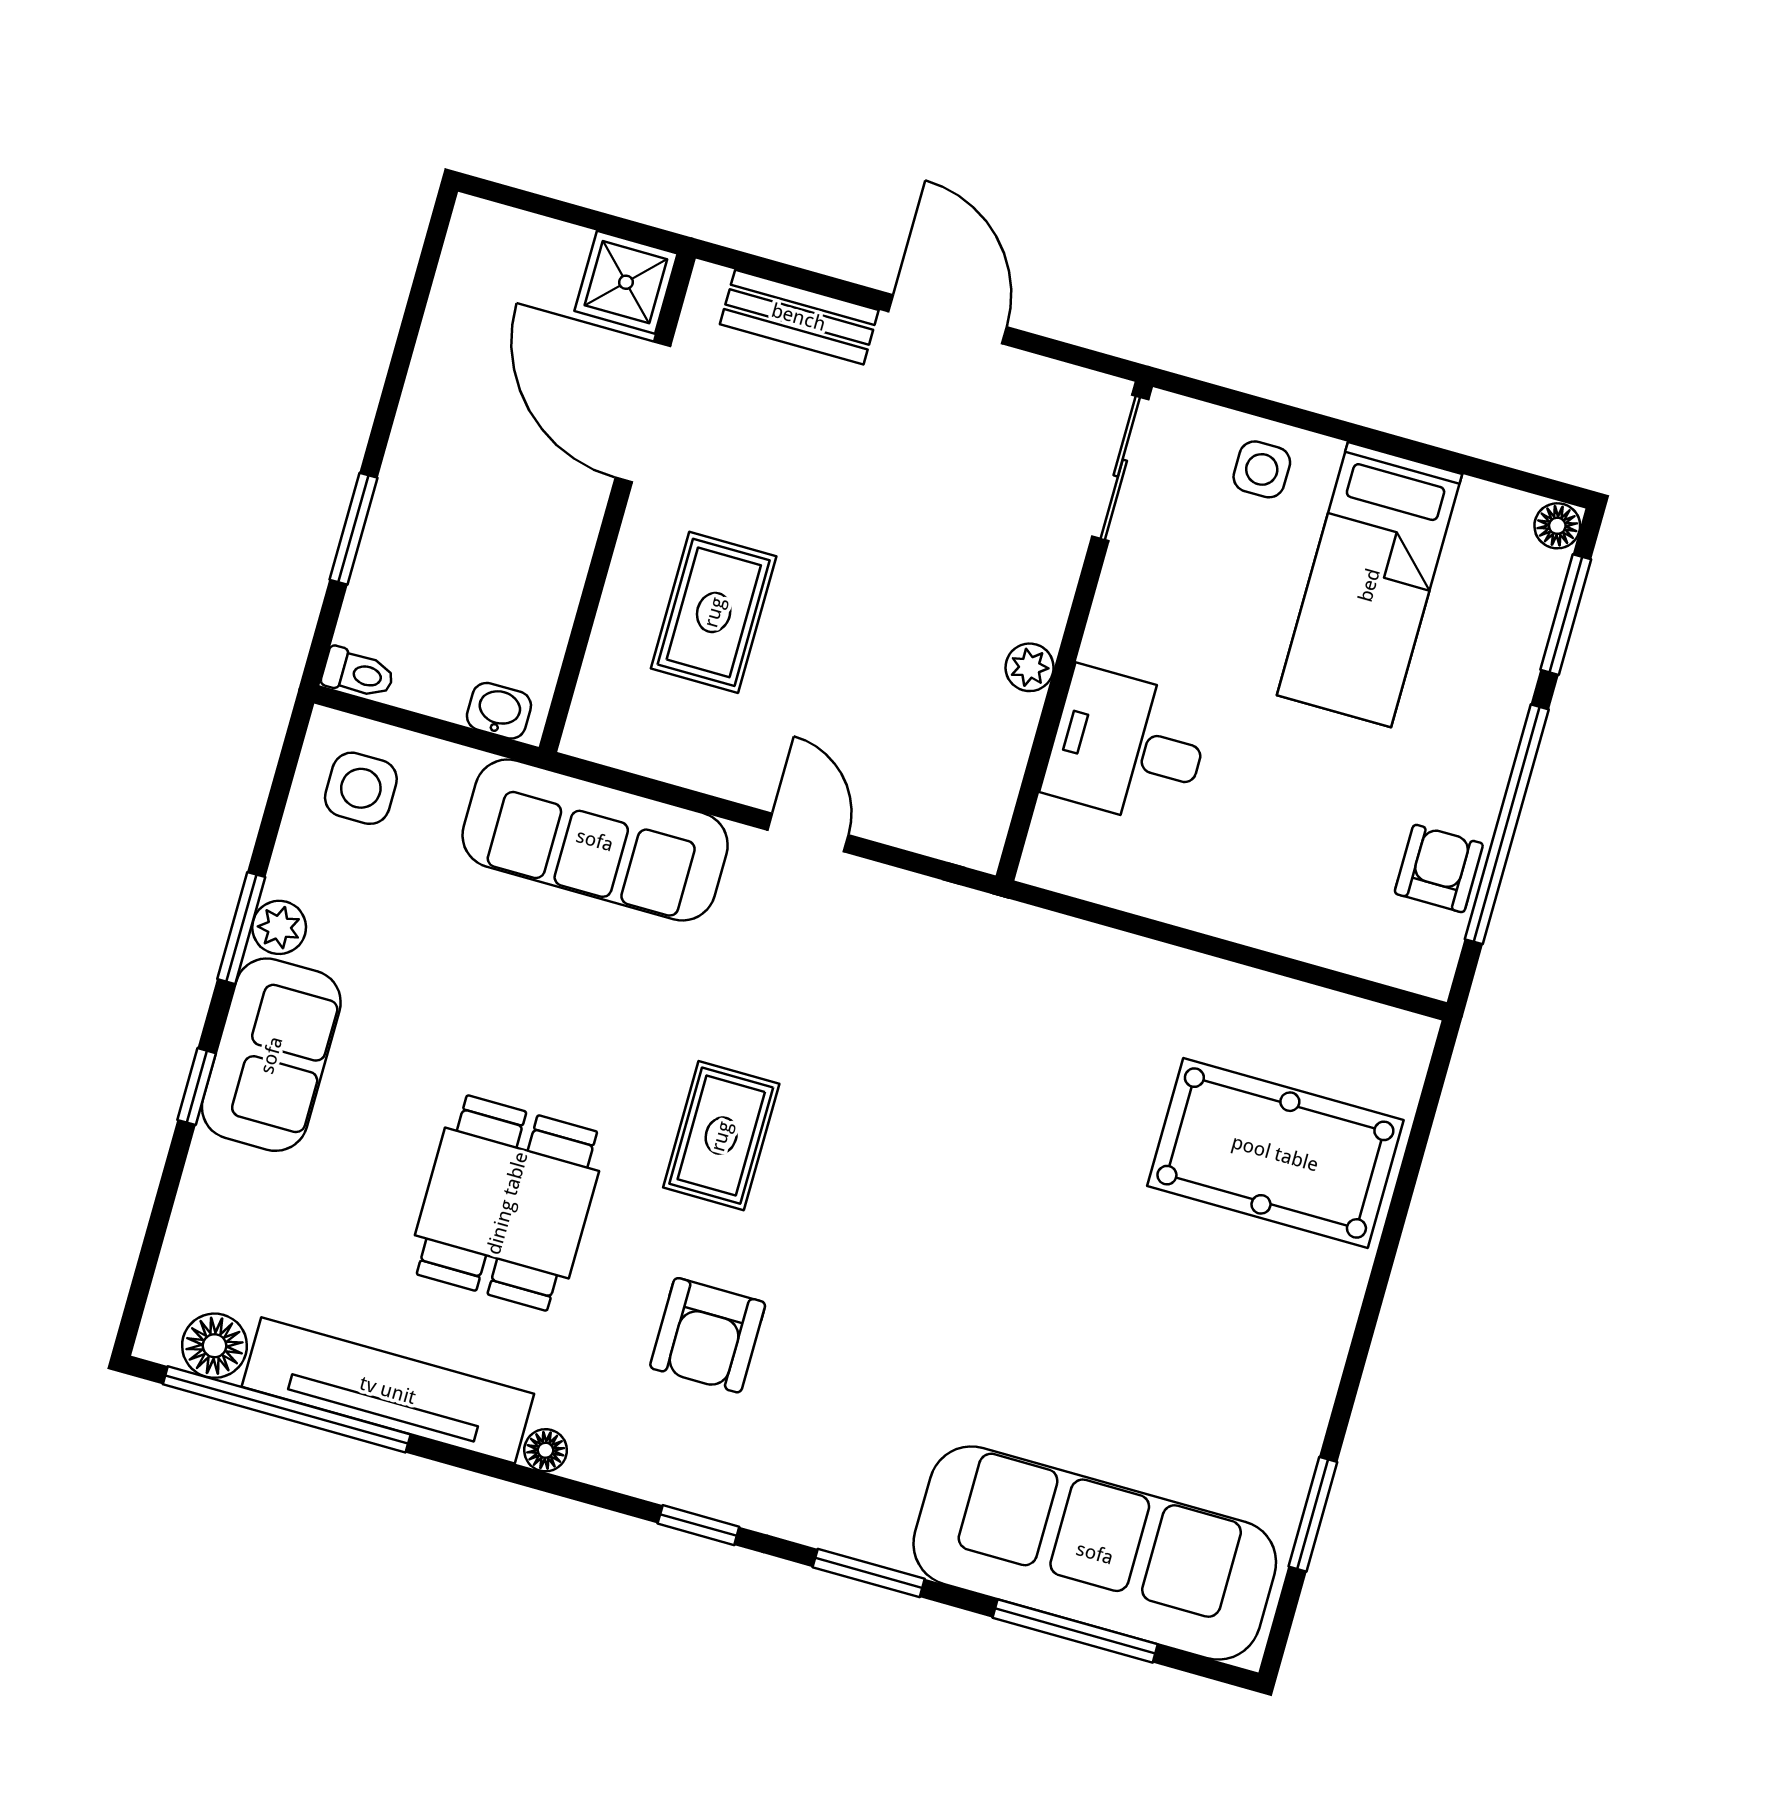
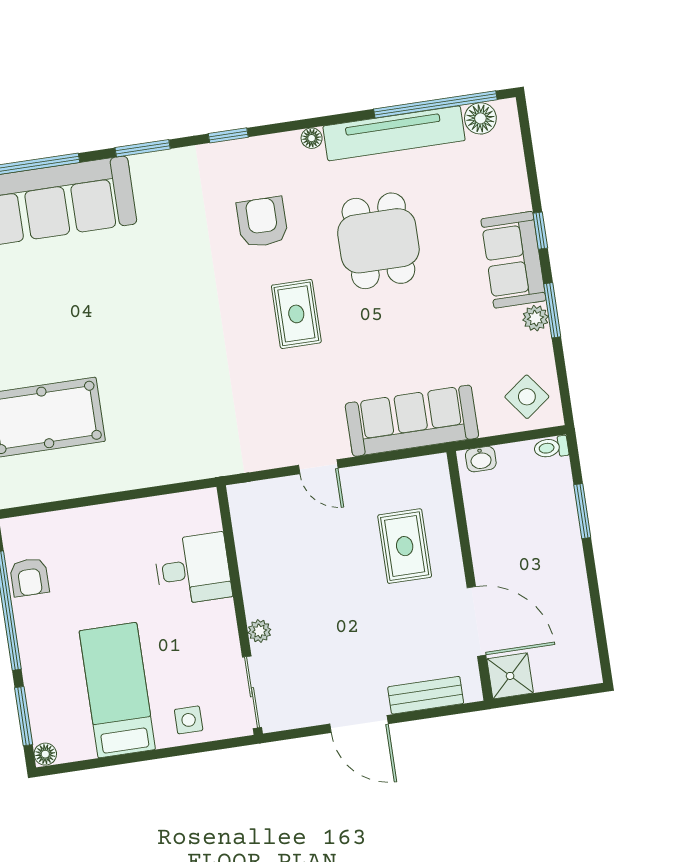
plant: (1030, 667) -> (259, 631), moved
side table: (361, 788) -> (527, 397), turned -37

